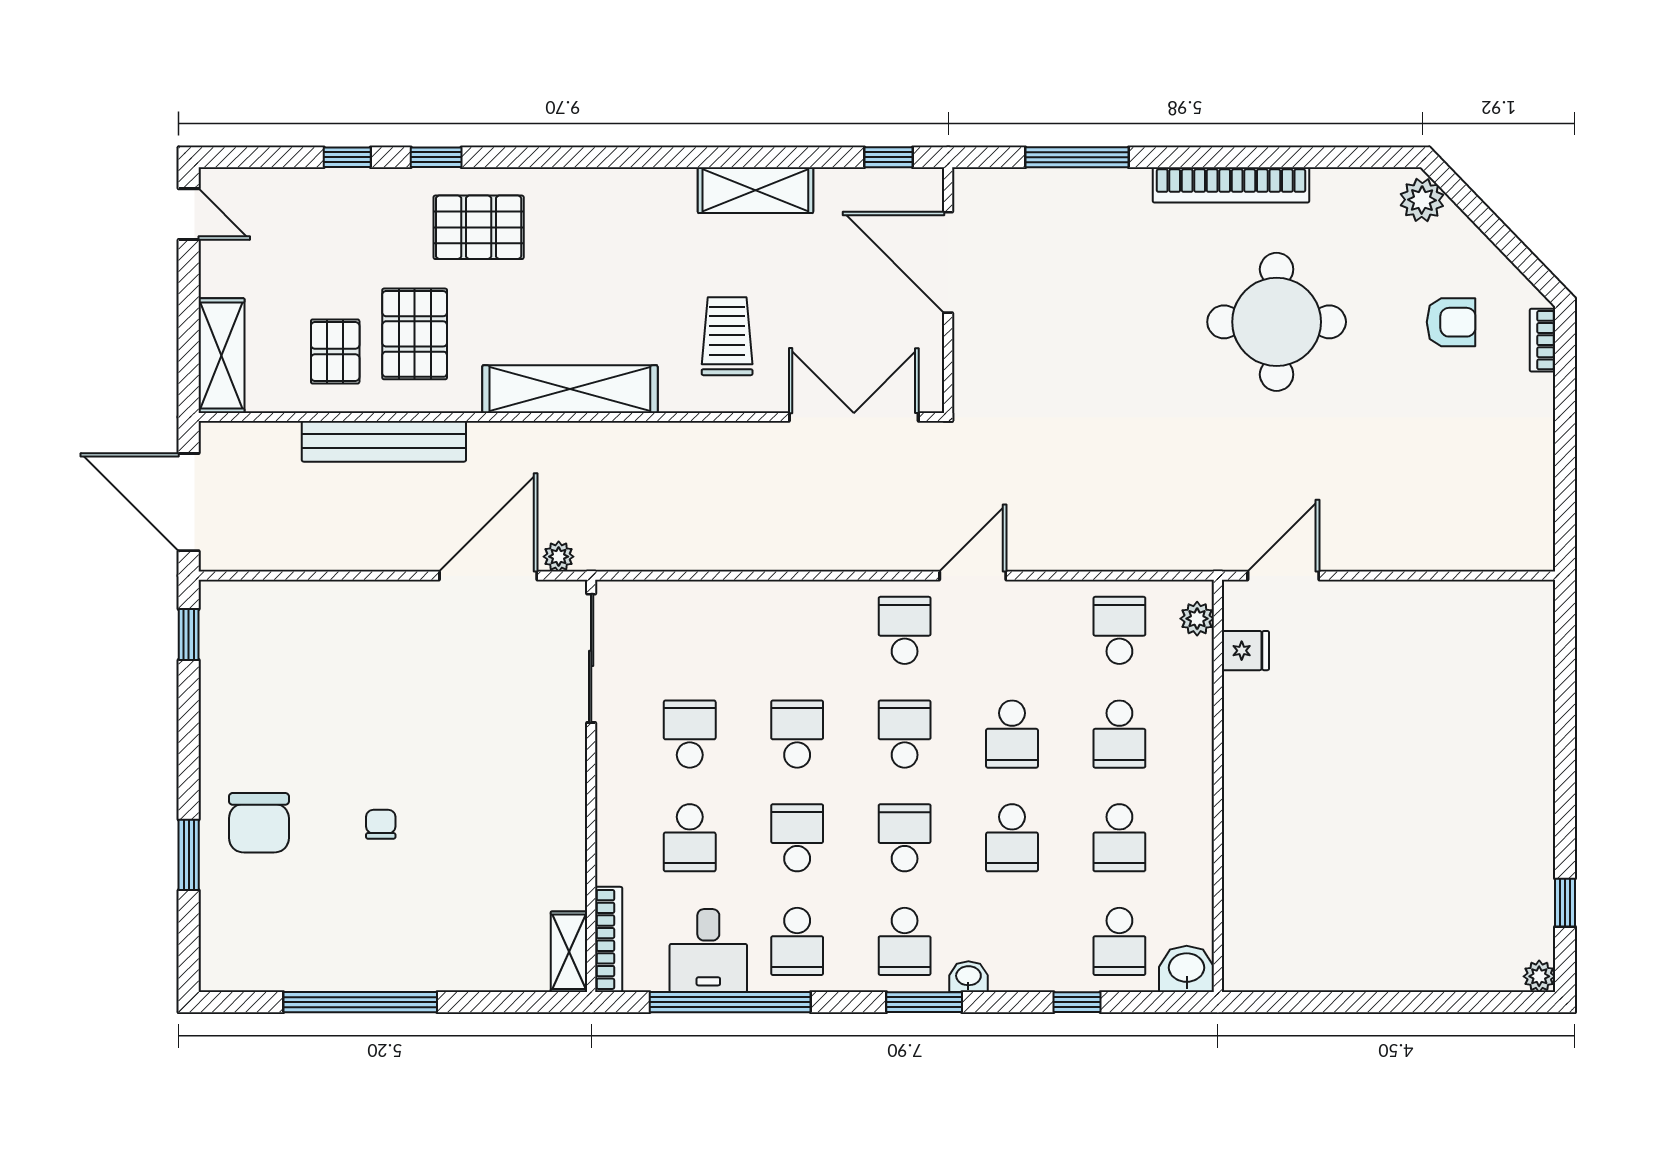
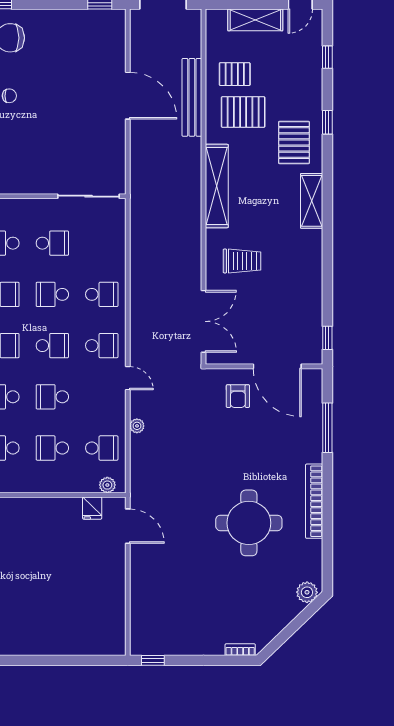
window: (347, 157) -> (327, 57), moved
shelving: (755, 190) -> (312, 201), moved
door: (948, 262) -> (277, 366), swing flipped
armchair: (1451, 322) -> (238, 396), moved
shelving: (221, 356) -> (255, 20), moved
window: (1565, 523) -> (153, 660), added
plant: (559, 557) -> (137, 426), moved
door: (488, 576) -> (128, 96), moved
door: (973, 576) -> (128, 378), width x0.73
school desk: (797, 630) -> (102, 294), added
school desk: (797, 734) -> (52, 294), turned 180

